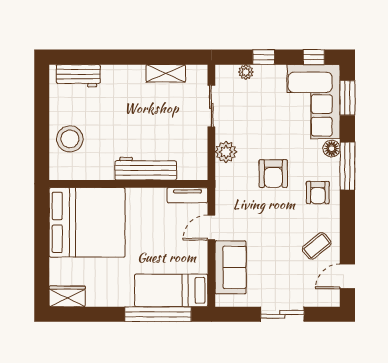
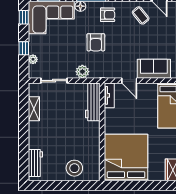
workbench: (146, 169) -> (93, 102), moved
armchair: (273, 174) -> (96, 42), turned 90

